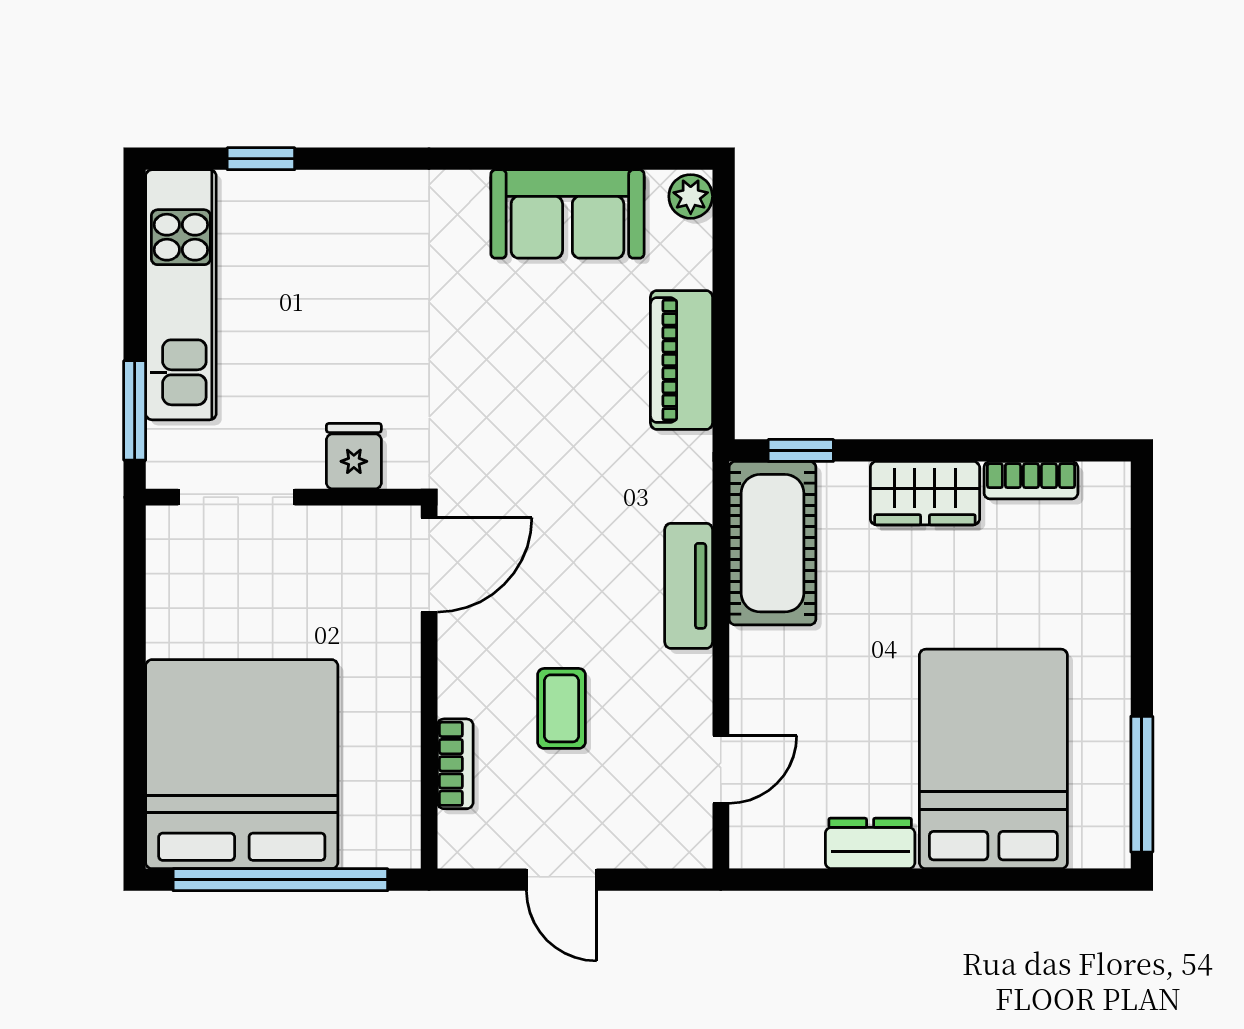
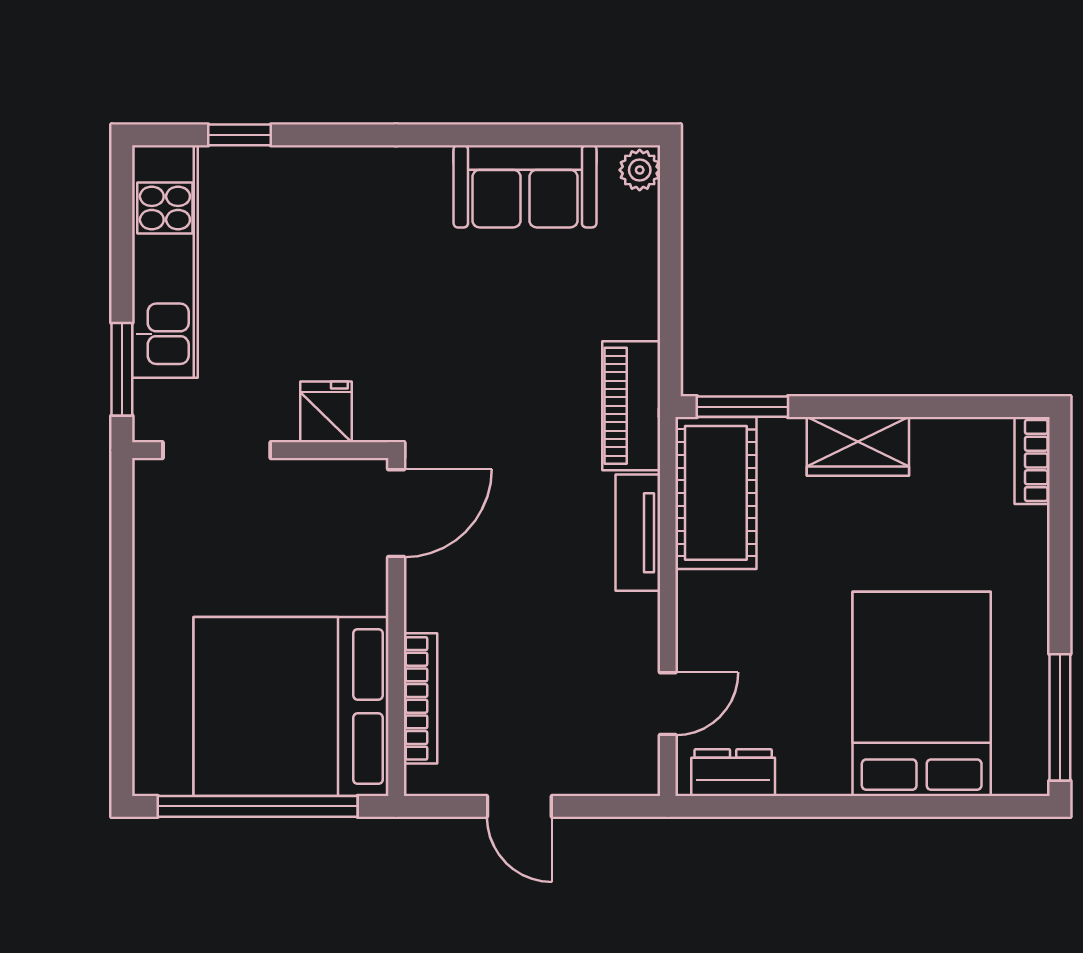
piano: (681, 360) -> (631, 406), moved
window: (801, 450) -> (742, 407), width x1.50
bookcase: (1031, 480) -> (1032, 460), moved, turned 90
coffee table: (561, 708) -> (519, 647), removed
bed: (242, 764) -> (291, 706), moved, turned -90
bookcase: (455, 764) -> (420, 698), width x1.56
dresser: (870, 843) -> (733, 773), moved

